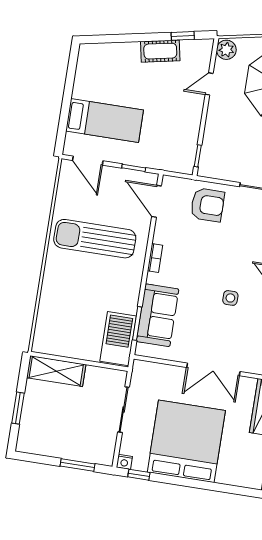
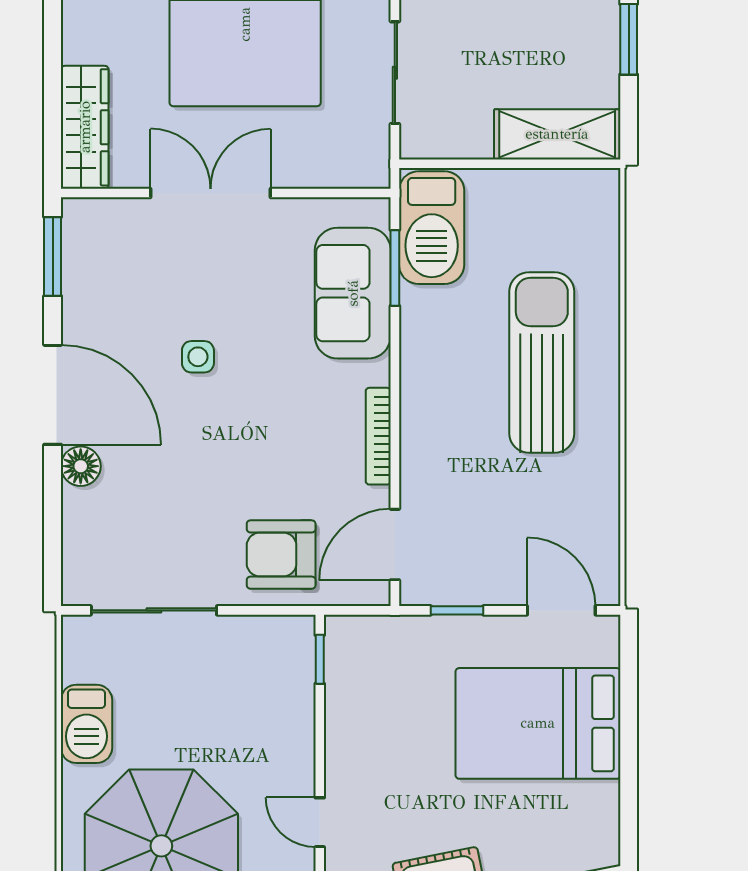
door: (209, 84) -> (320, 822), swing flipped
bed: (105, 121) -> (538, 723), width x1.50
door: (157, 201) -> (395, 545), swing flipped
sun lounger: (95, 239) -> (542, 362), moved, turned -90
bookcase: (155, 258) -> (378, 436), width x1.56

